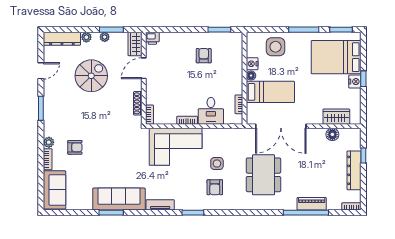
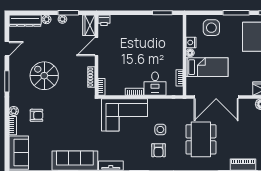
armchair: (204, 56) -> (149, 35), removed
spiral stairs: (91, 76) -> (44, 76), moved, turned -90

